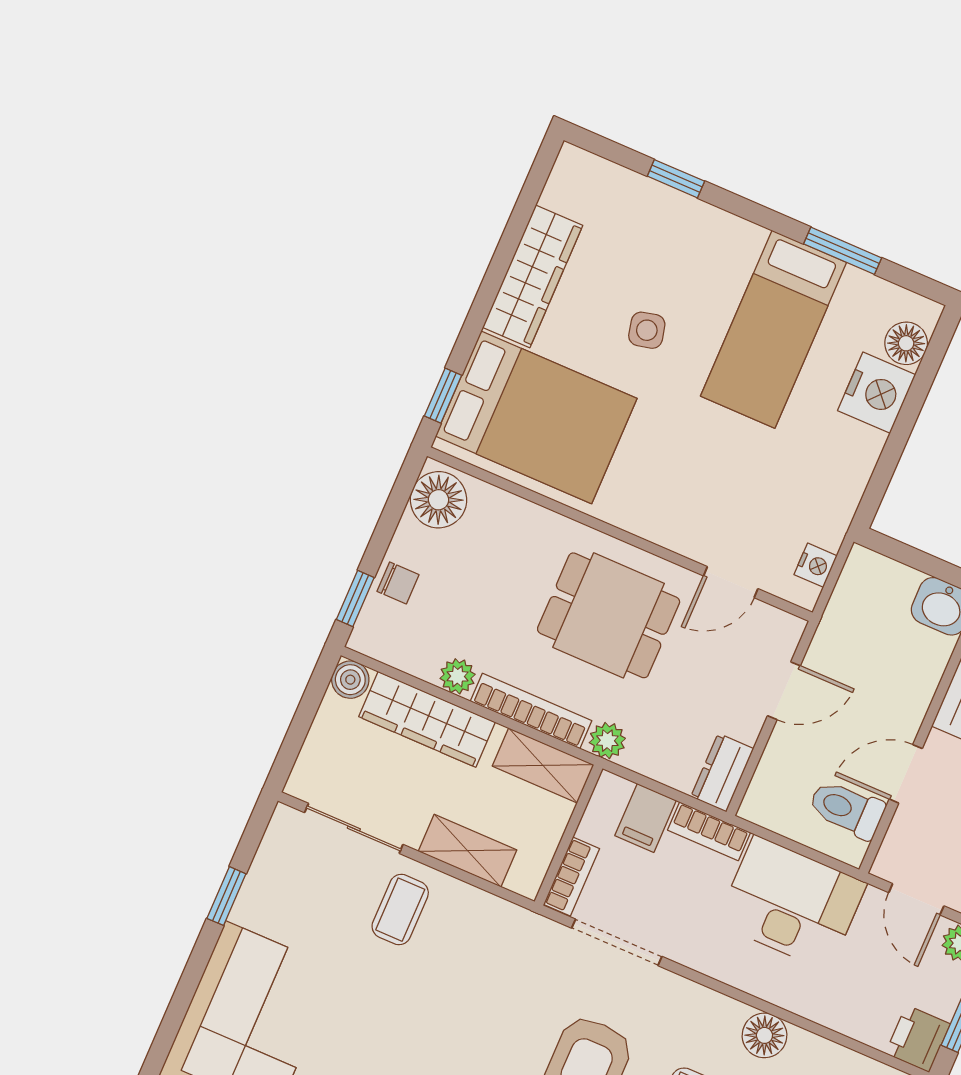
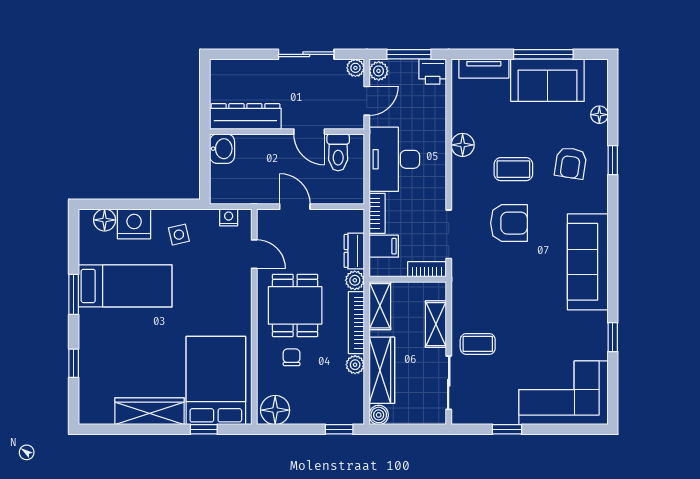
window: (843, 251) -> (74, 294), moved
side table: (647, 330) -> (179, 235), moved
window: (443, 396) -> (204, 429), moved
chair: (398, 583) -> (292, 357), moved
dresser: (722, 773) -> (354, 251), moved, turned 90

